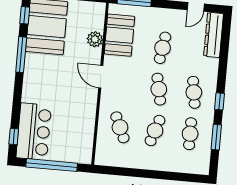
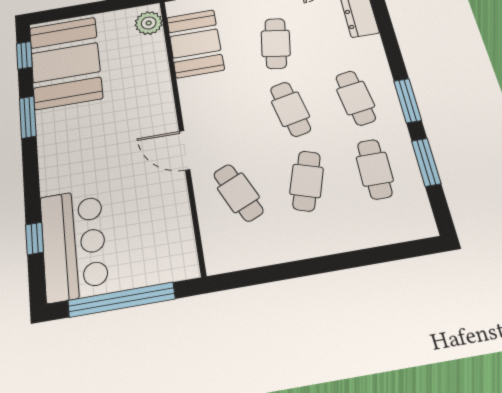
plant: (95, 39) -> (149, 23), moved
window: (21, 55) -> (28, 117), width x0.69
door: (101, 77) -> (185, 150), moved
window: (220, 101) -> (408, 101), width x1.50
window: (14, 137) -> (34, 238), moved

